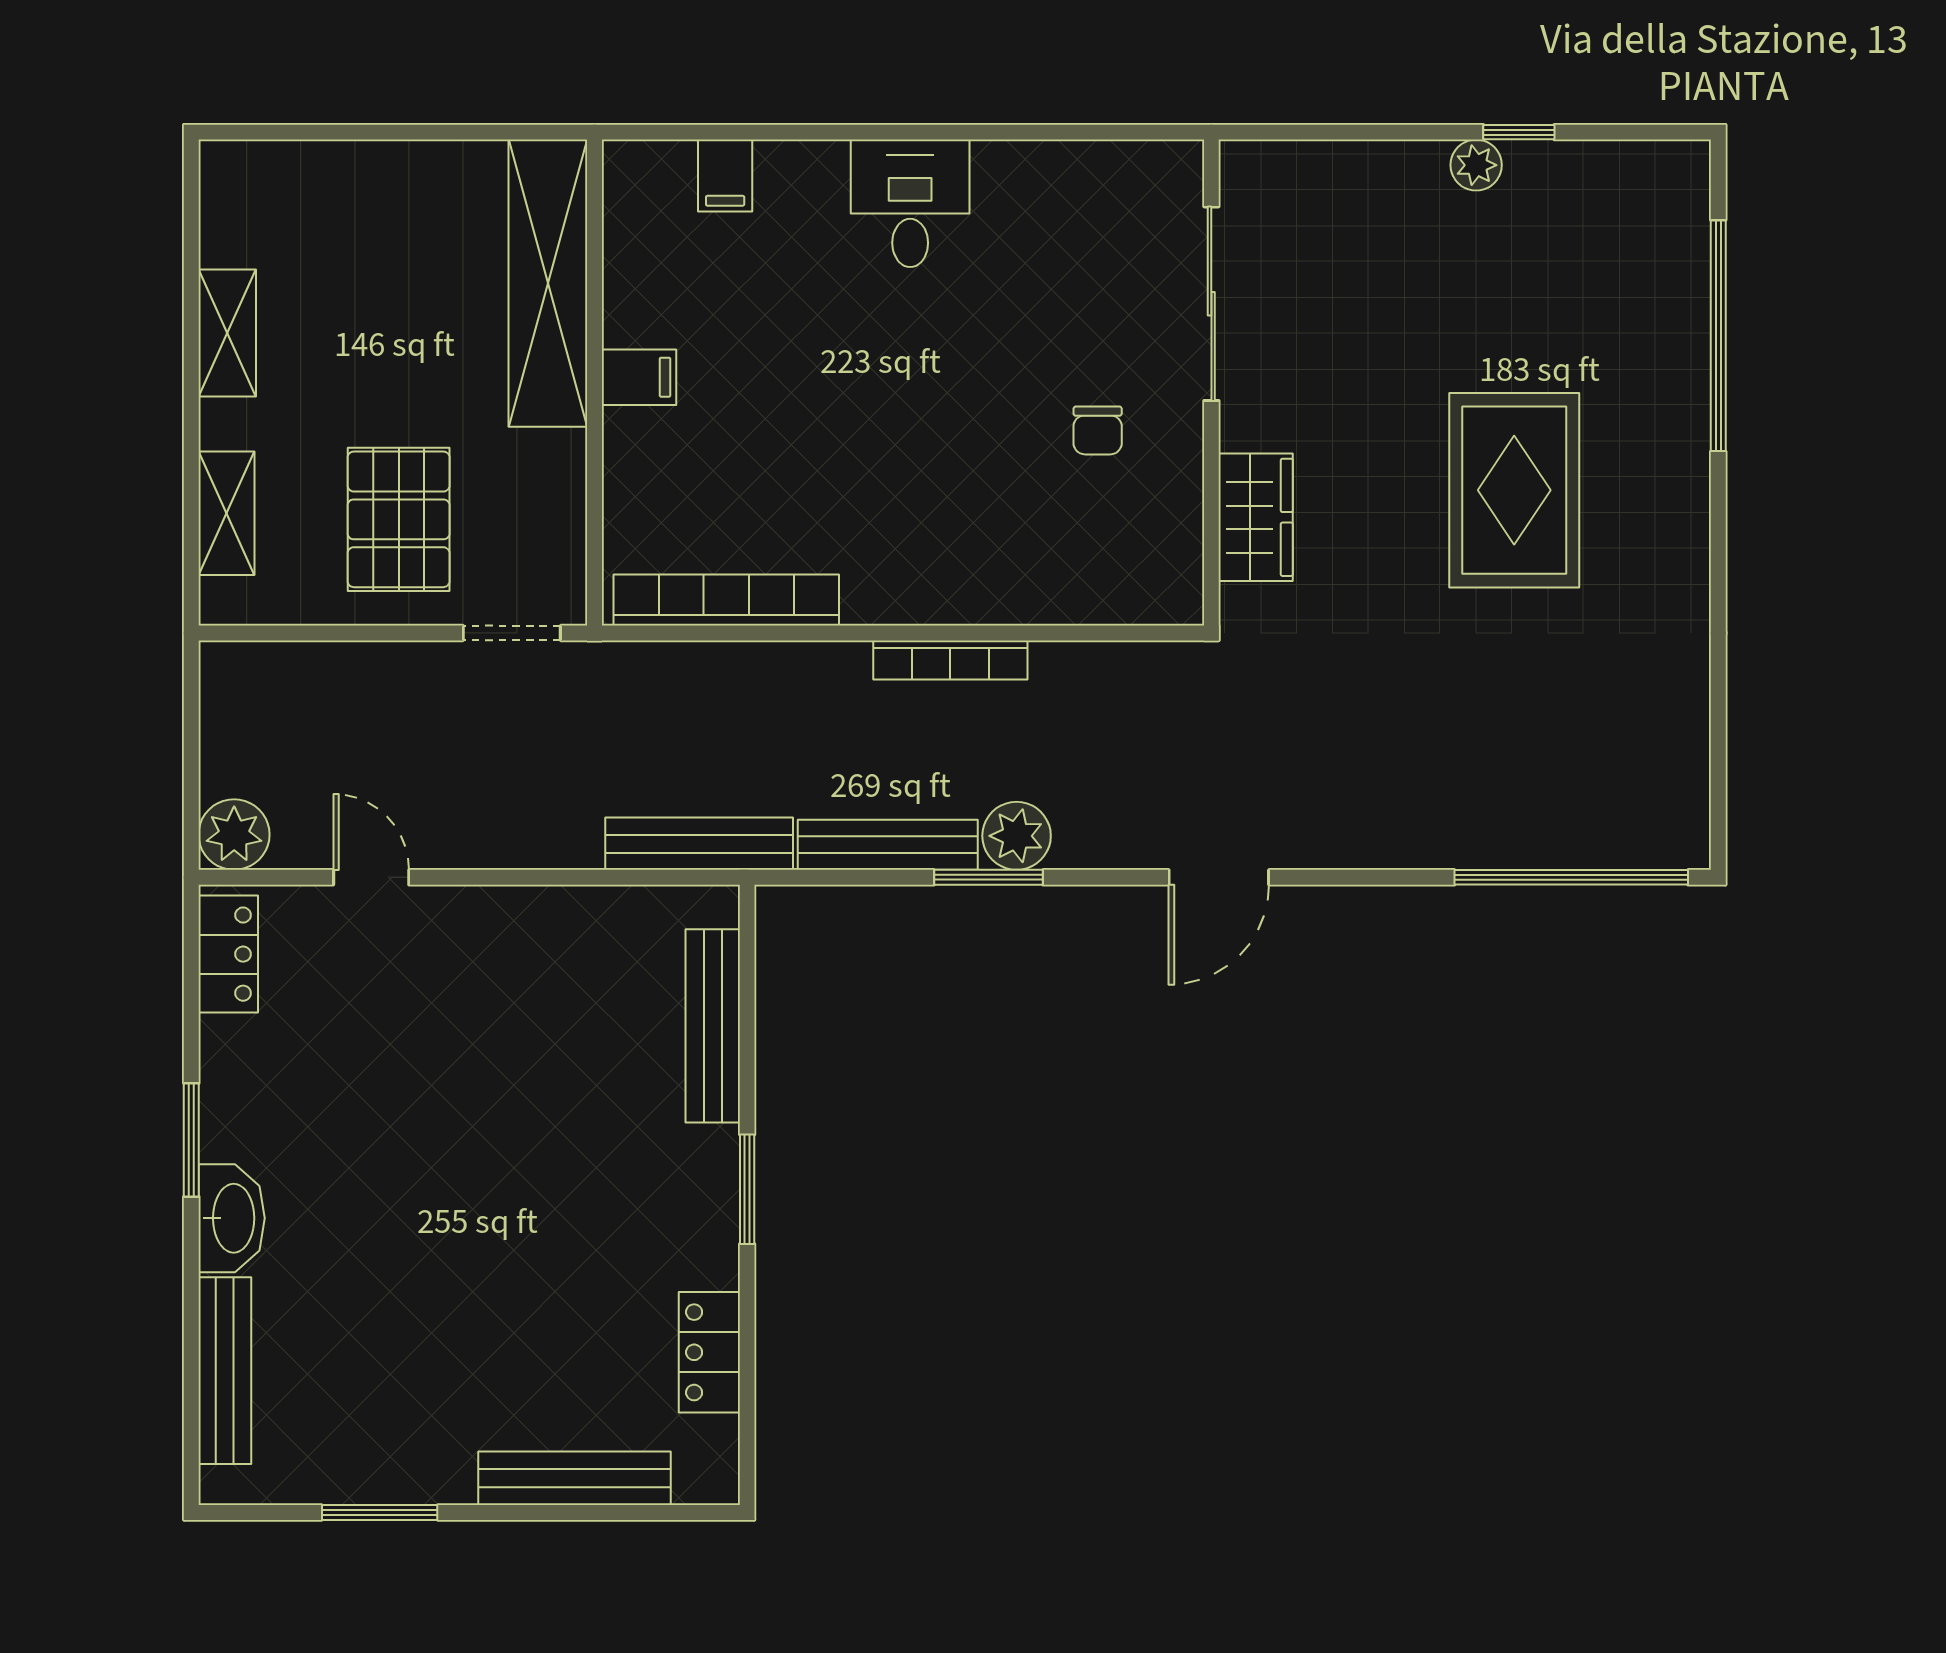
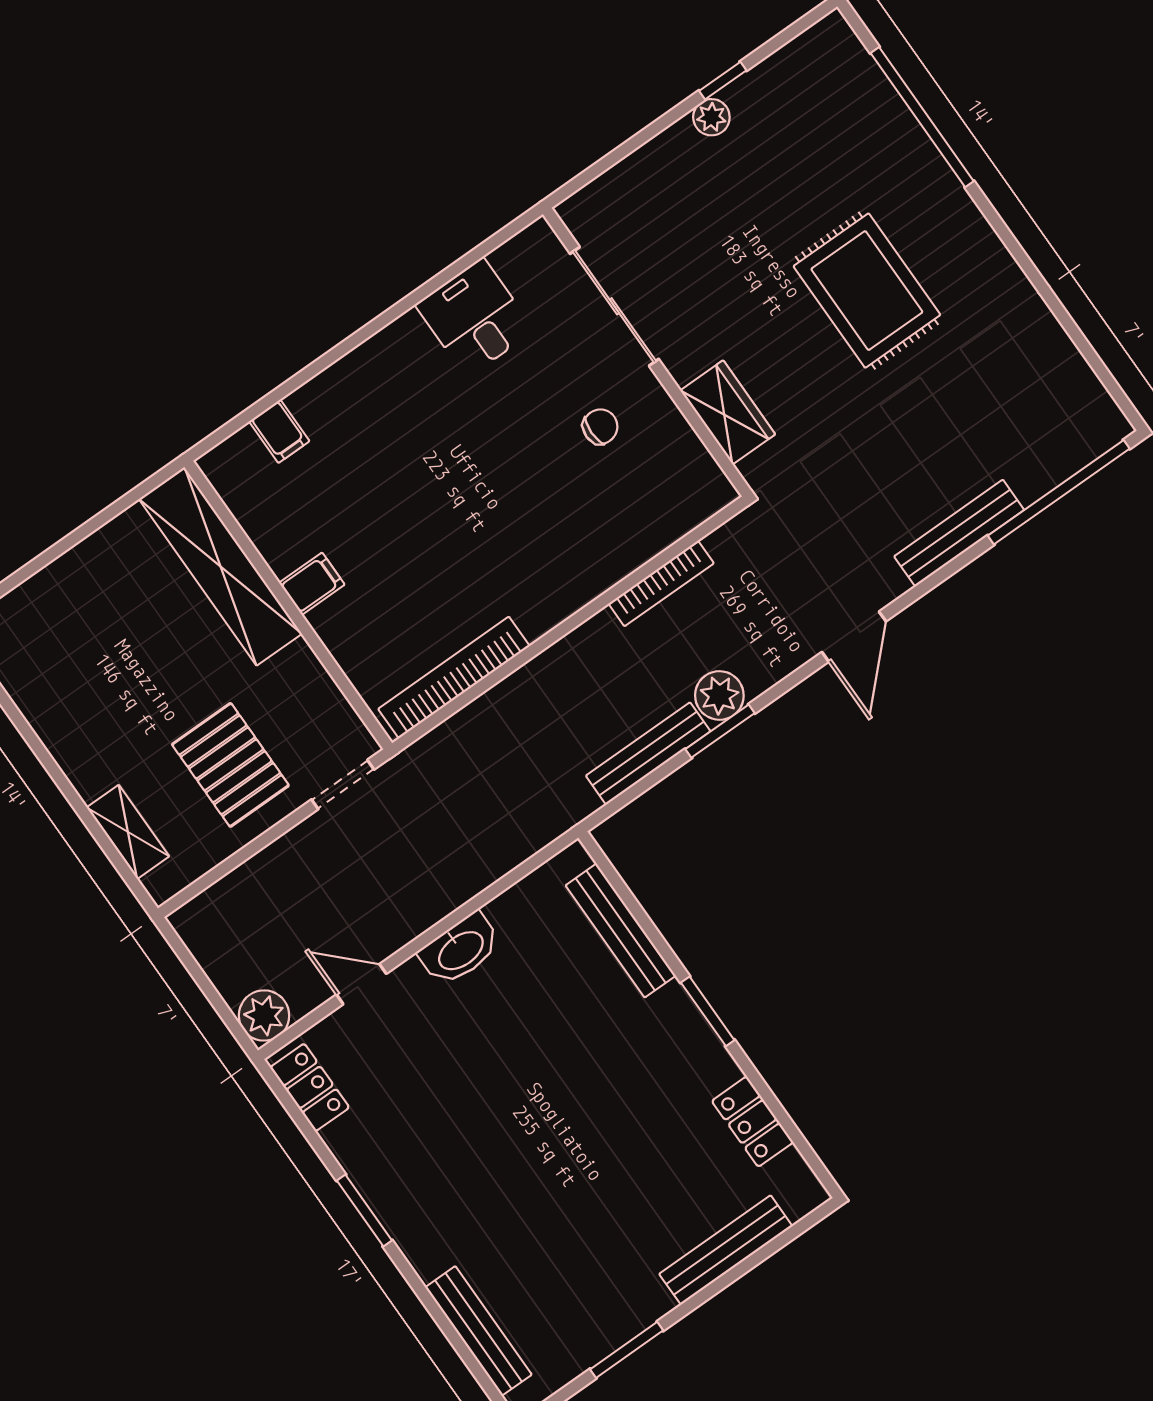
desk: (910, 203) -> (475, 317), moved
shelving: (227, 333) -> (55, 727), removed
chair: (1098, 430) -> (600, 427), turned -90
bookcase: (950, 660) -> (661, 583), moved
bench: (699, 844) -> (959, 533), moved
washbasin: (232, 1218) -> (460, 950), moved, turned 90

